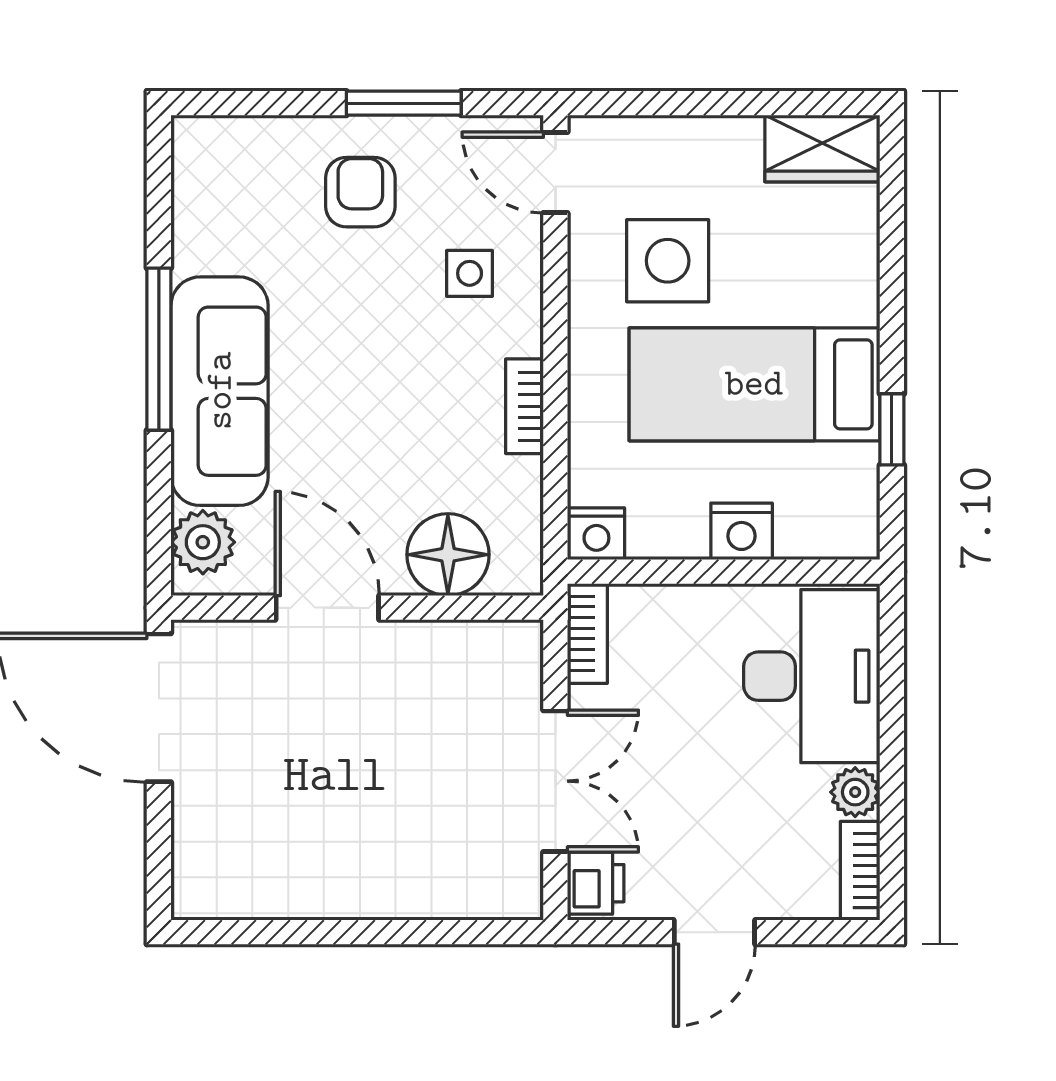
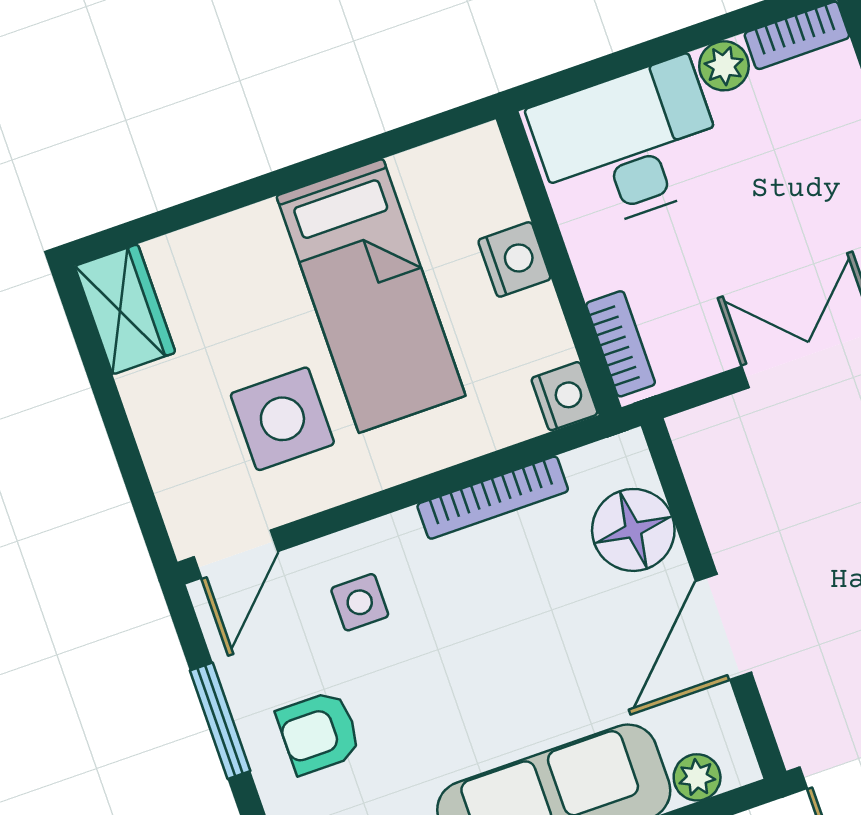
bookcase: (524, 406) -> (493, 498), width x1.56
window: (892, 429) -> (368, 151), removed
plant: (203, 542) -> (697, 777), width x0.73, depth x0.73
bookcase: (587, 634) -> (621, 344), moved, turned 90

